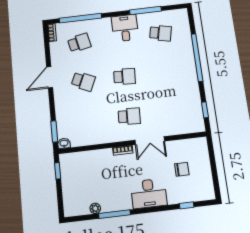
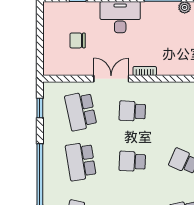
school desk: (166, 72) -> (81, 161), added
school desk: (171, 111) -> (81, 111), added

